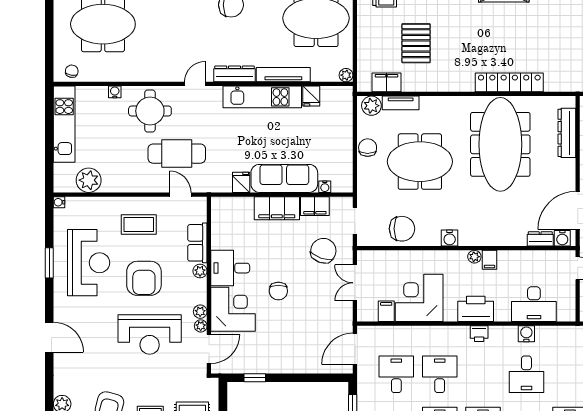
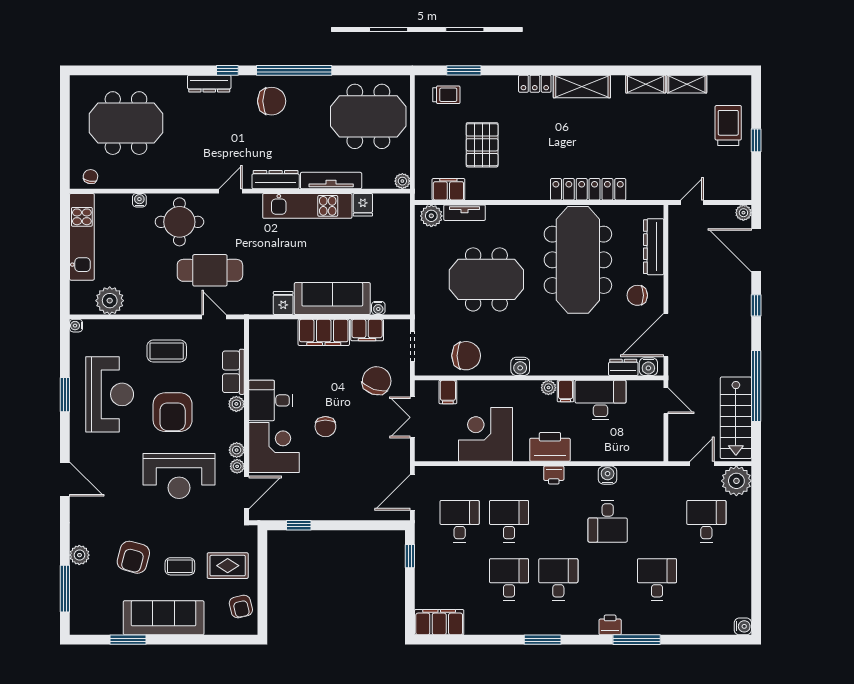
chair: (368, 148) -> (637, 295), moved, turned -90
desk: (534, 304) -> (601, 400), moved, turned 180
filing cabinet: (386, 311) -> (448, 392), moved, turned 180

